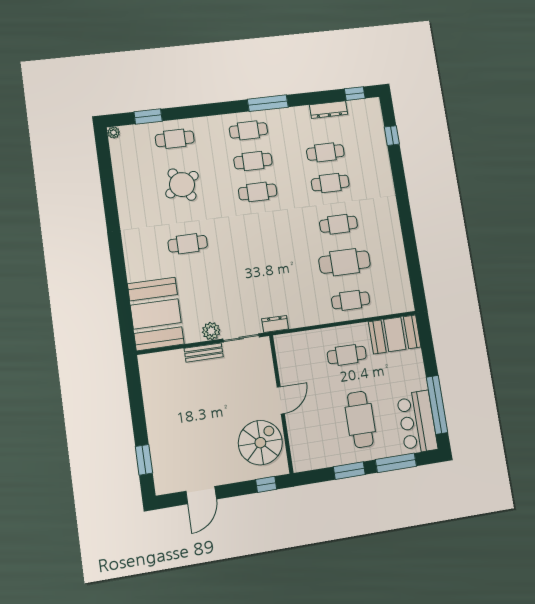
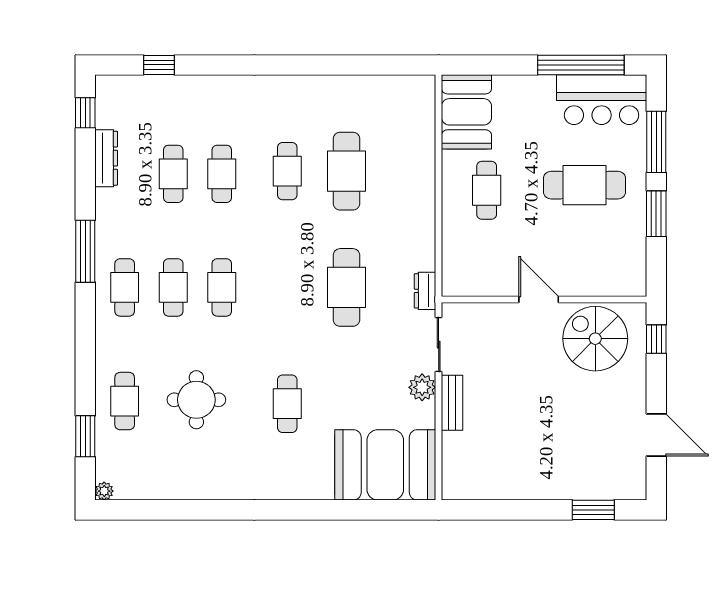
round table: (182, 185) -> (196, 400), turned 31
cafe table: (351, 300) -> (346, 287), moved, width x1.37, depth x1.35

